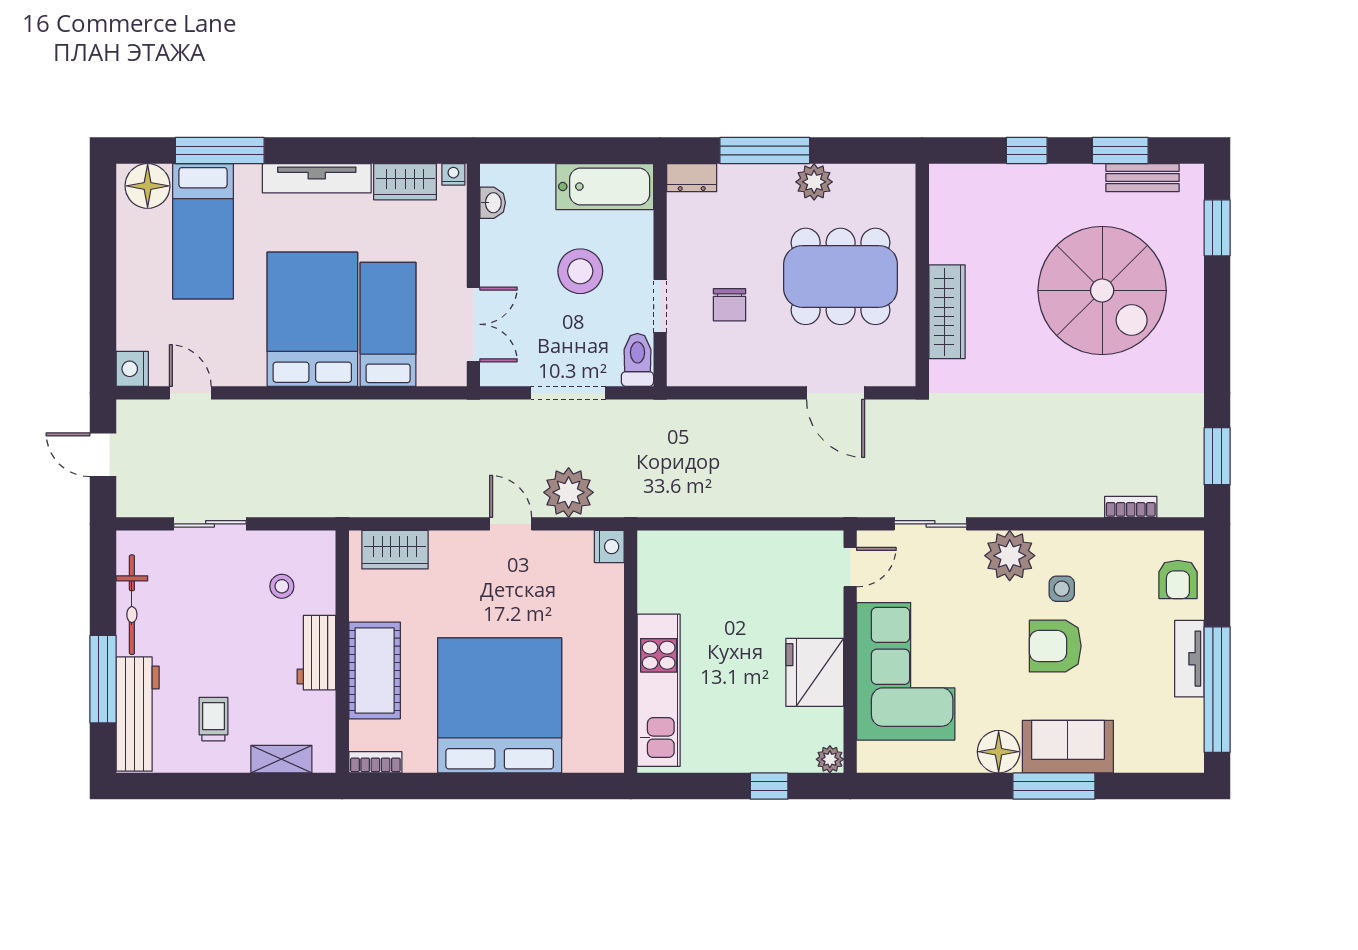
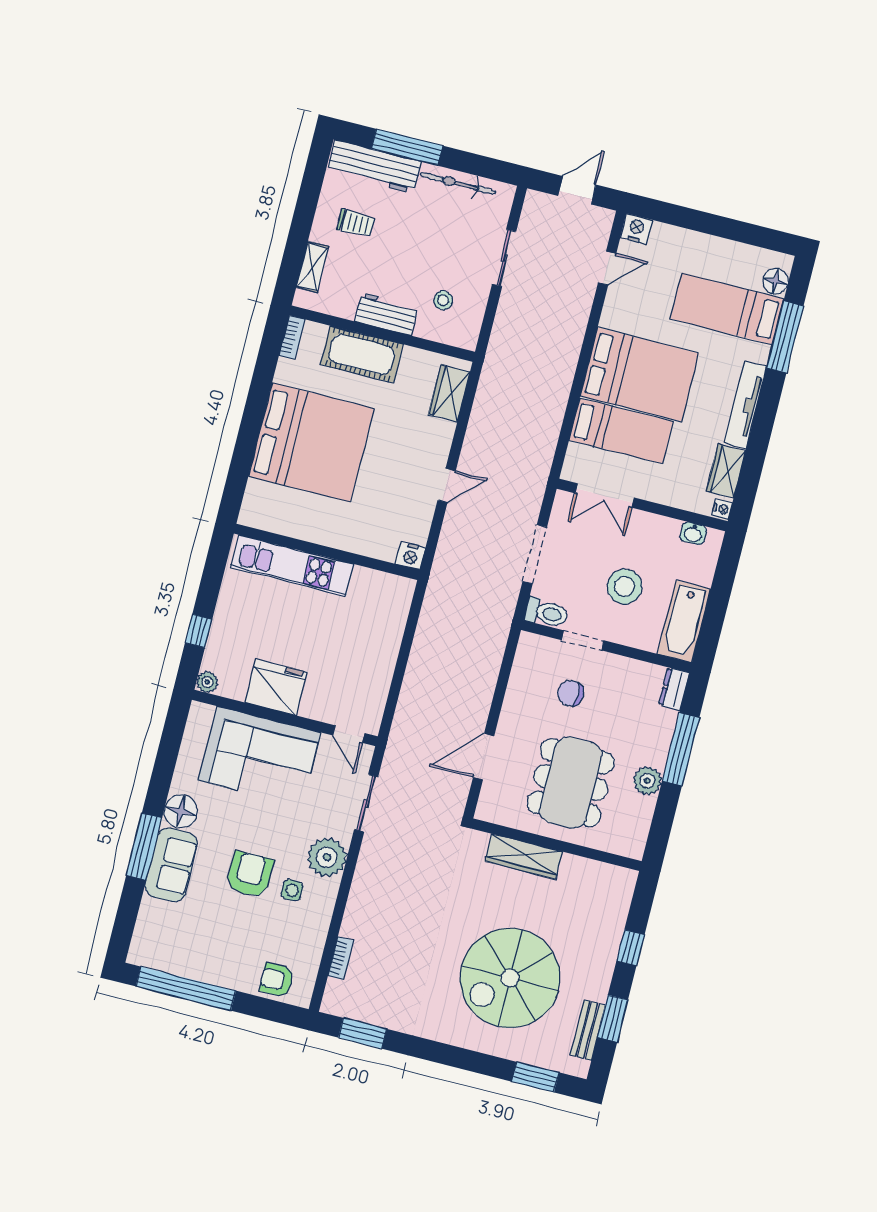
floor lamp: (148, 186) -> (775, 281), width x0.73, depth x0.73
plant: (569, 492) -> (459, 535), removed
tv unit: (1189, 659) -> (215, 974), removed

